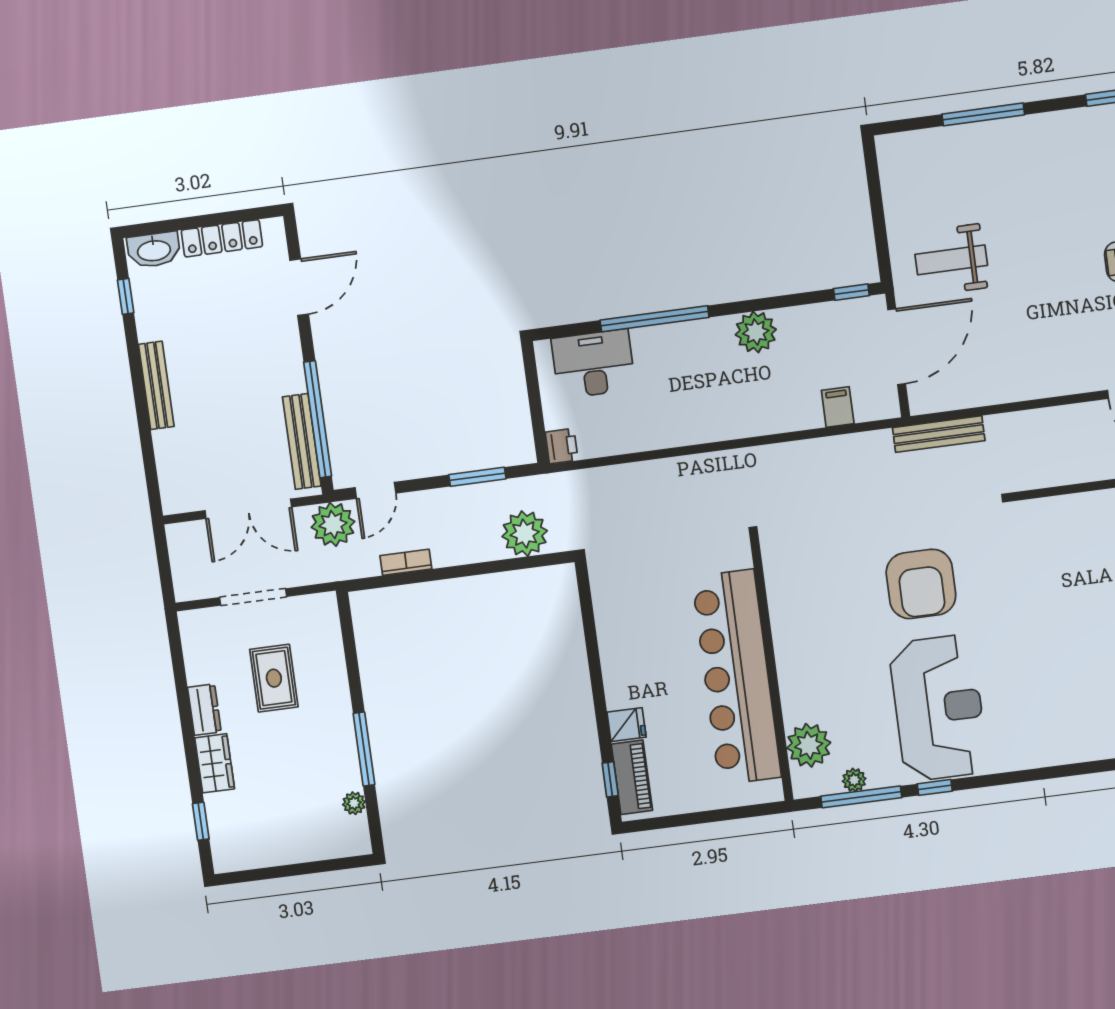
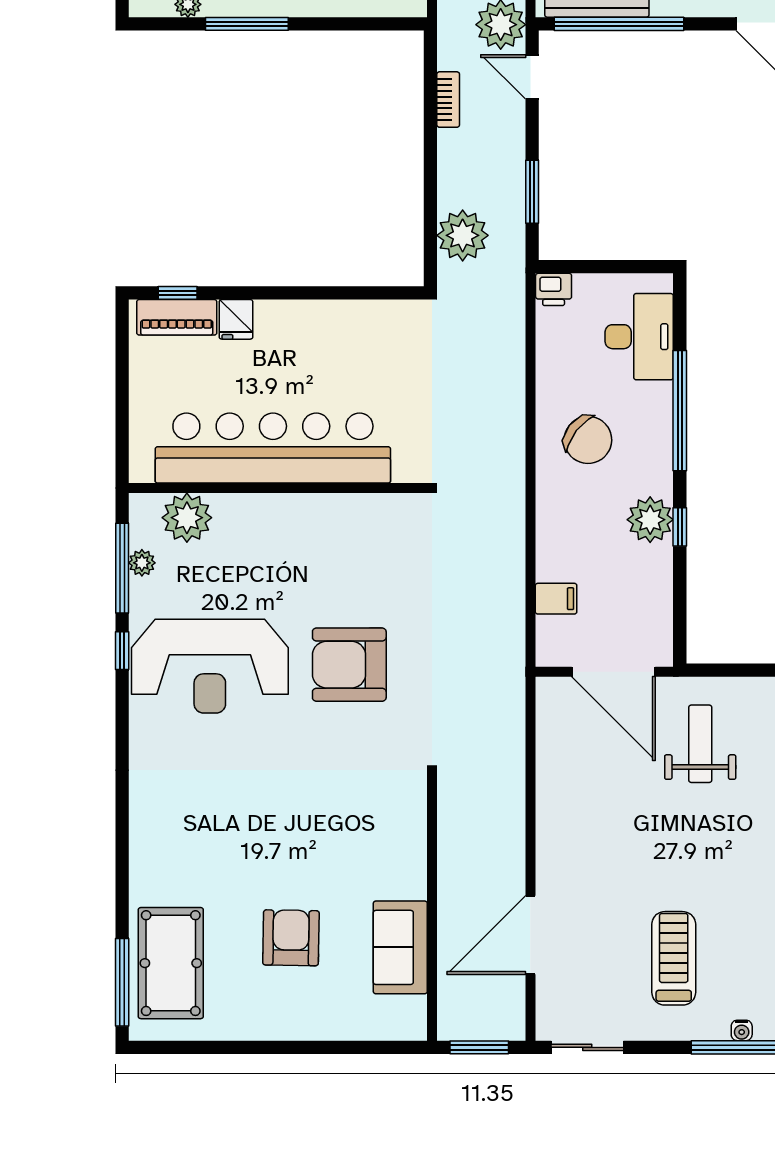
window: (851, 292) -> (680, 527), moved
chair: (692, 397) -> (588, 440), added
bench: (939, 434) -> (512, 705), removed

